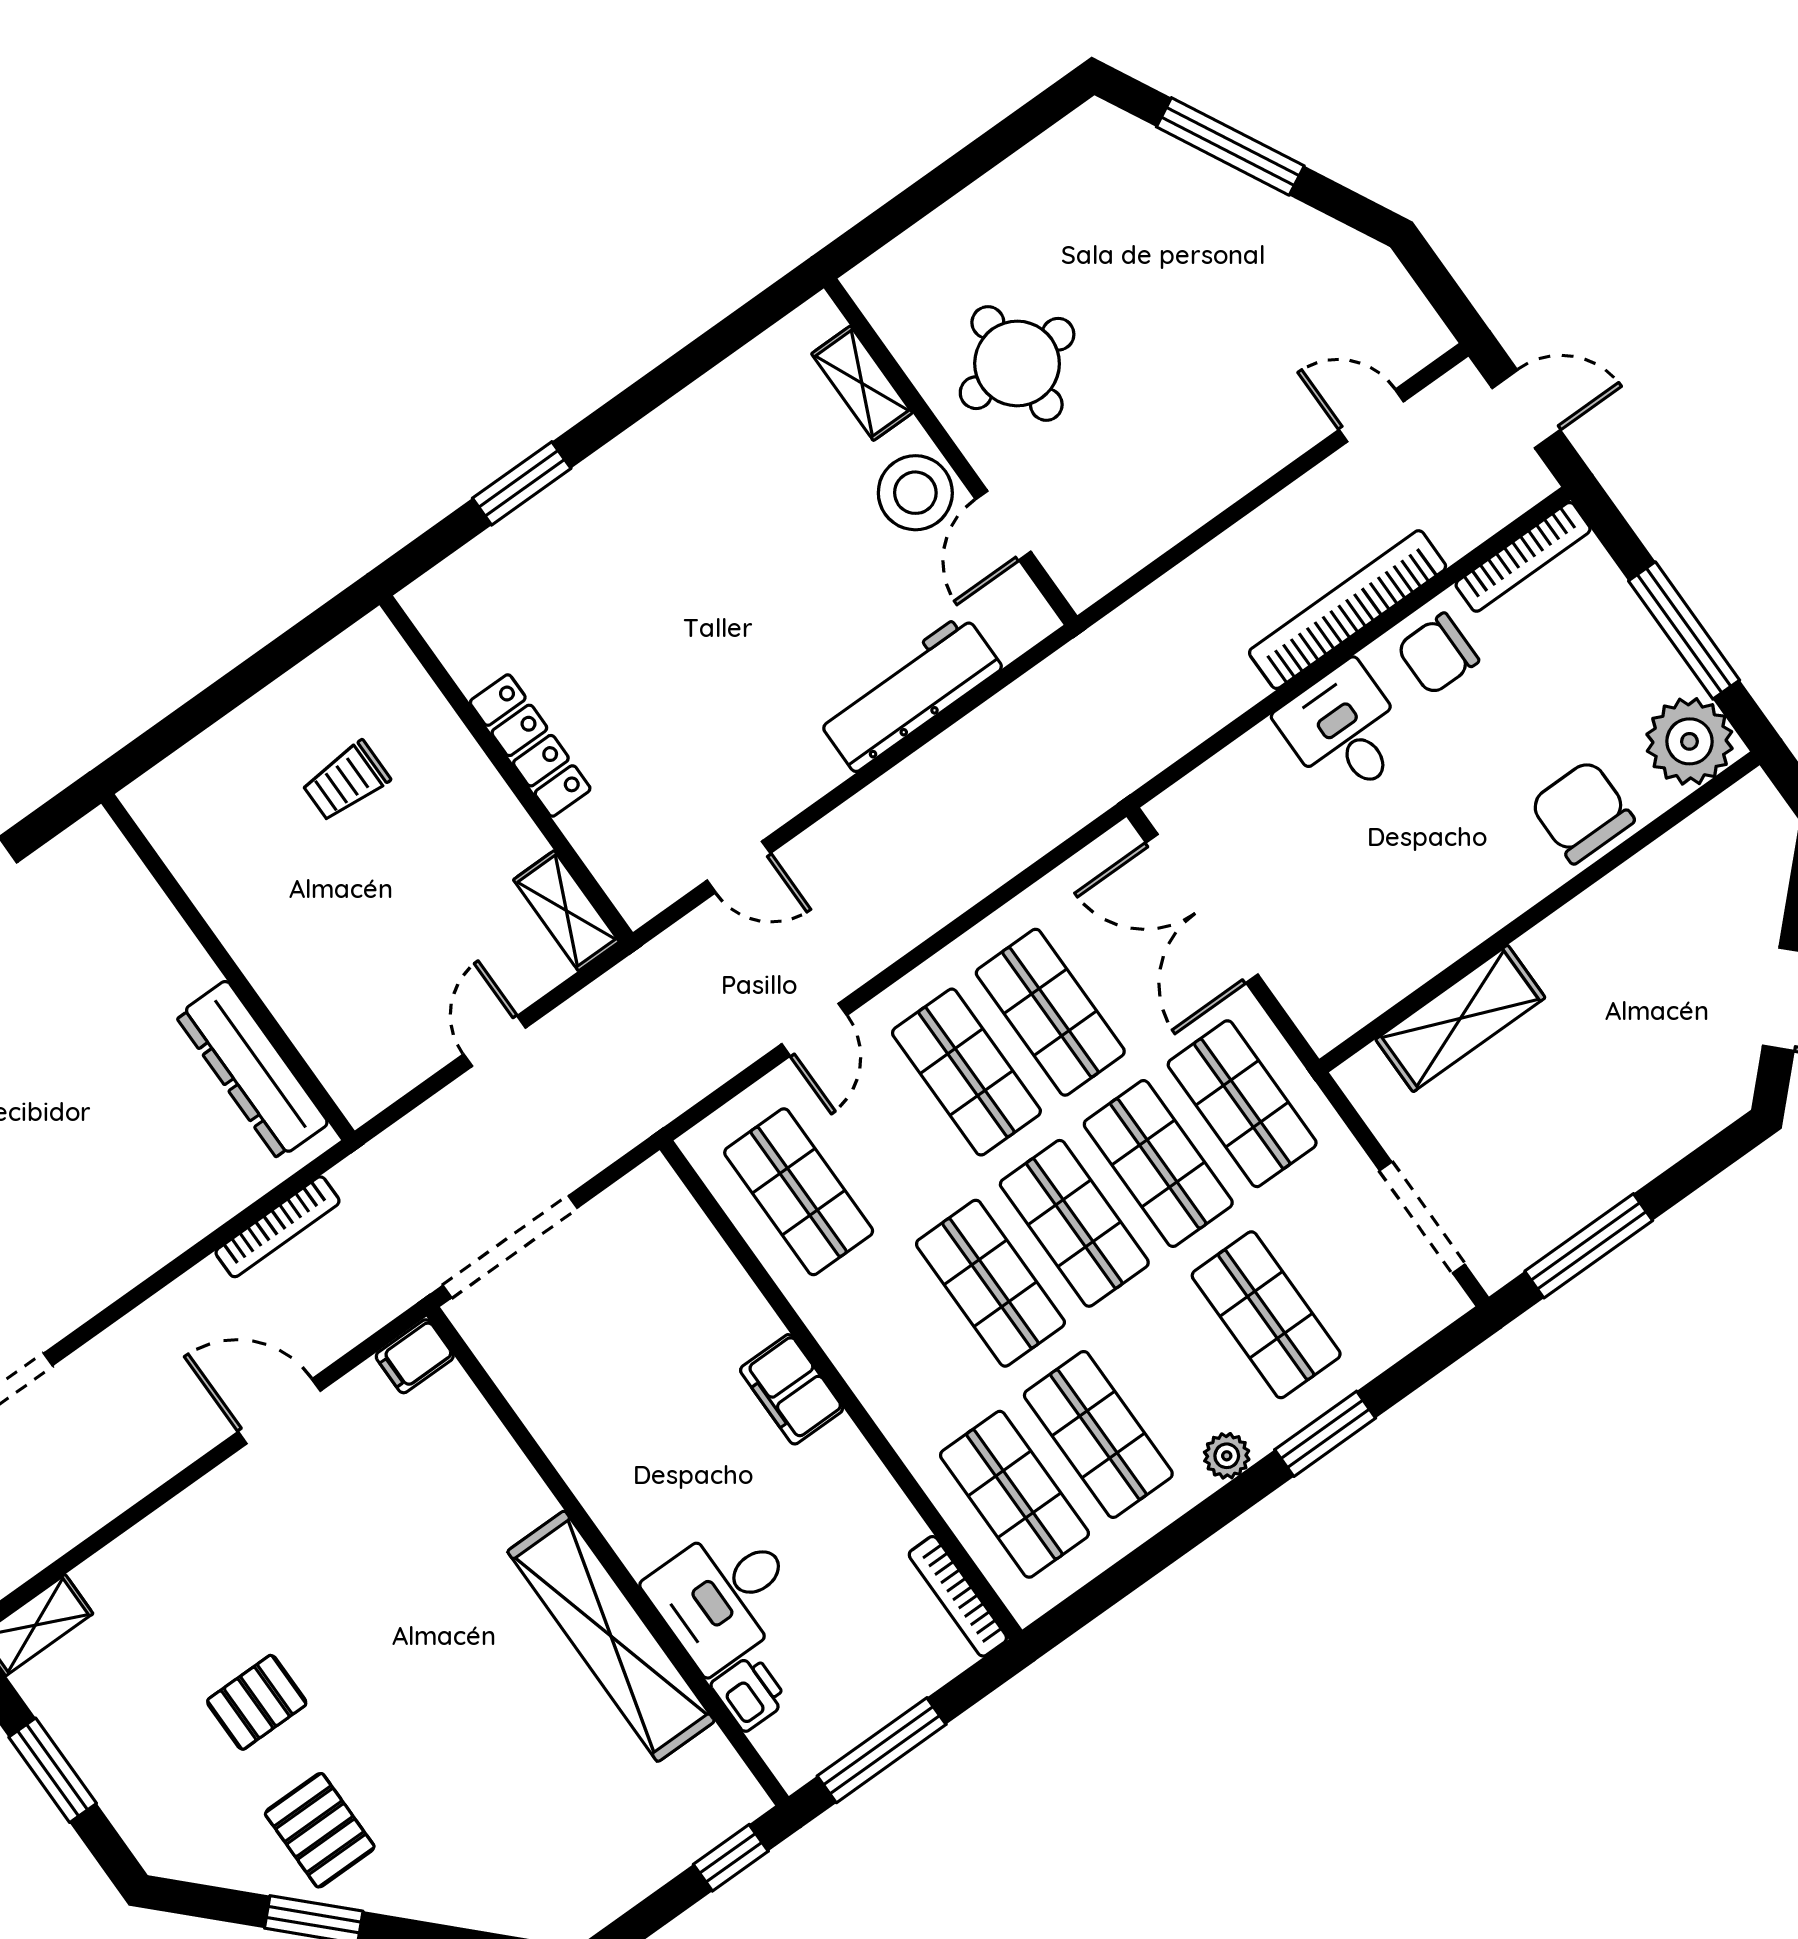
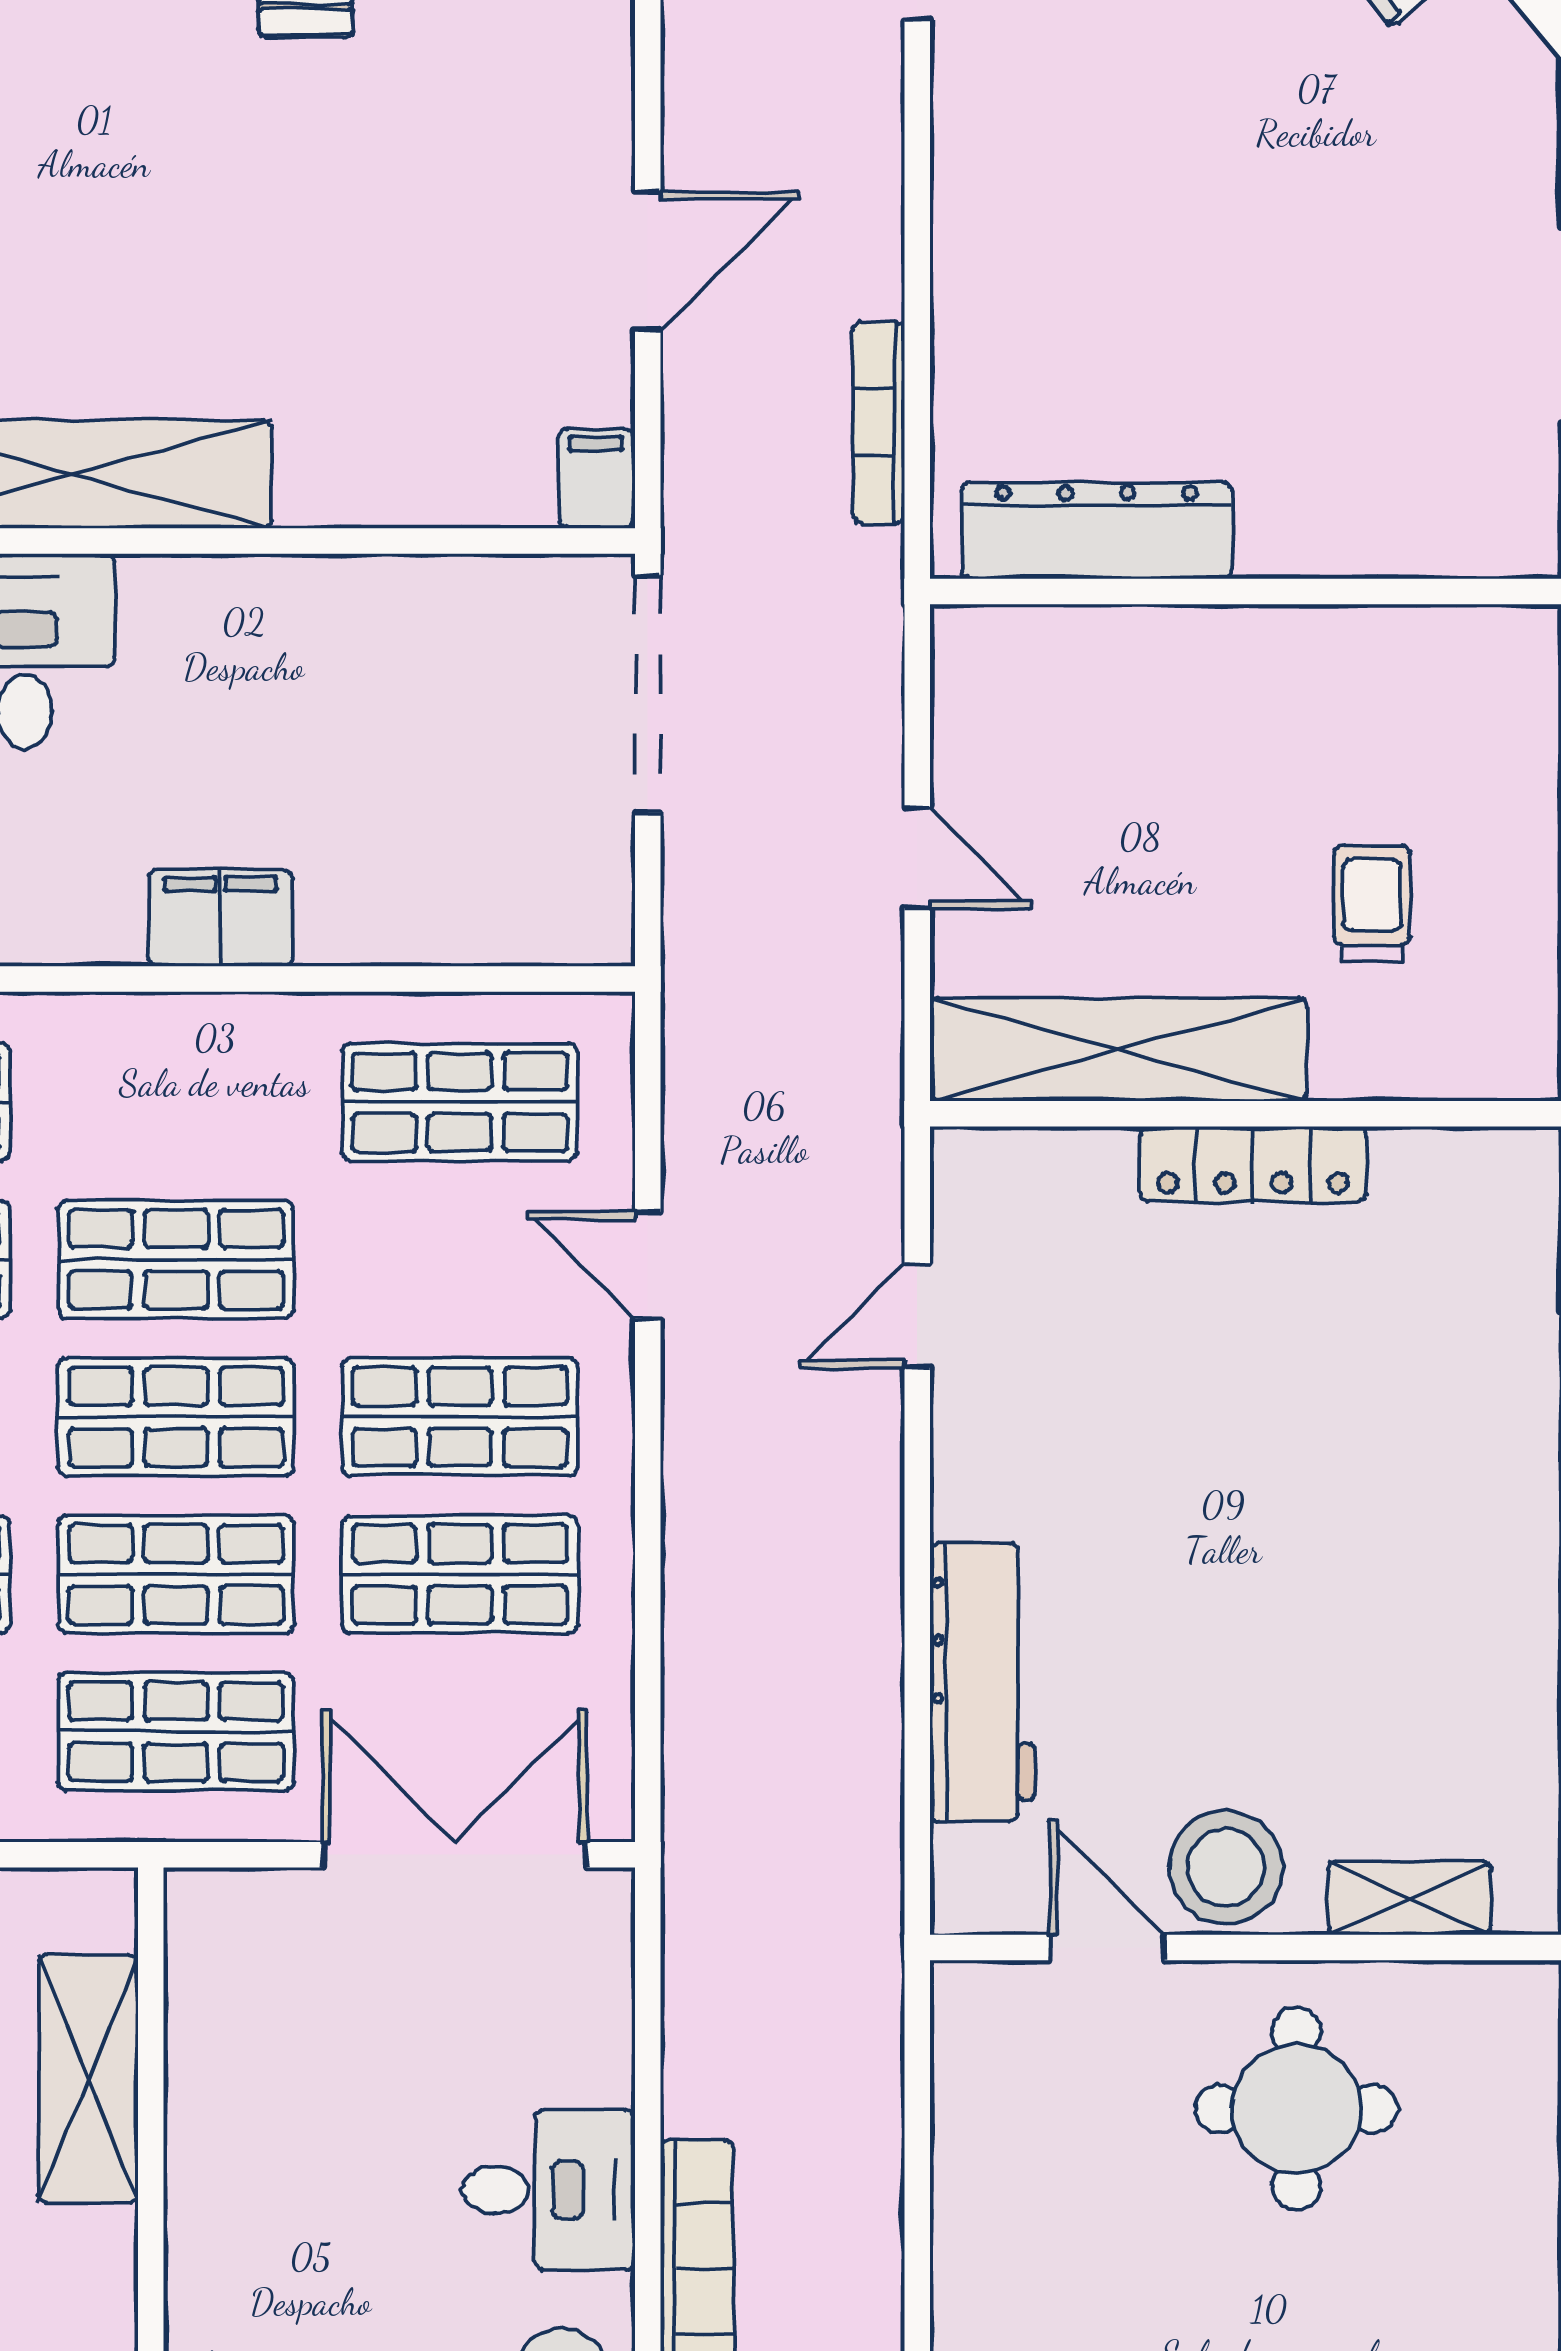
shelving: (566, 911) -> (1119, 1050), width x2.20, depth x1.33

